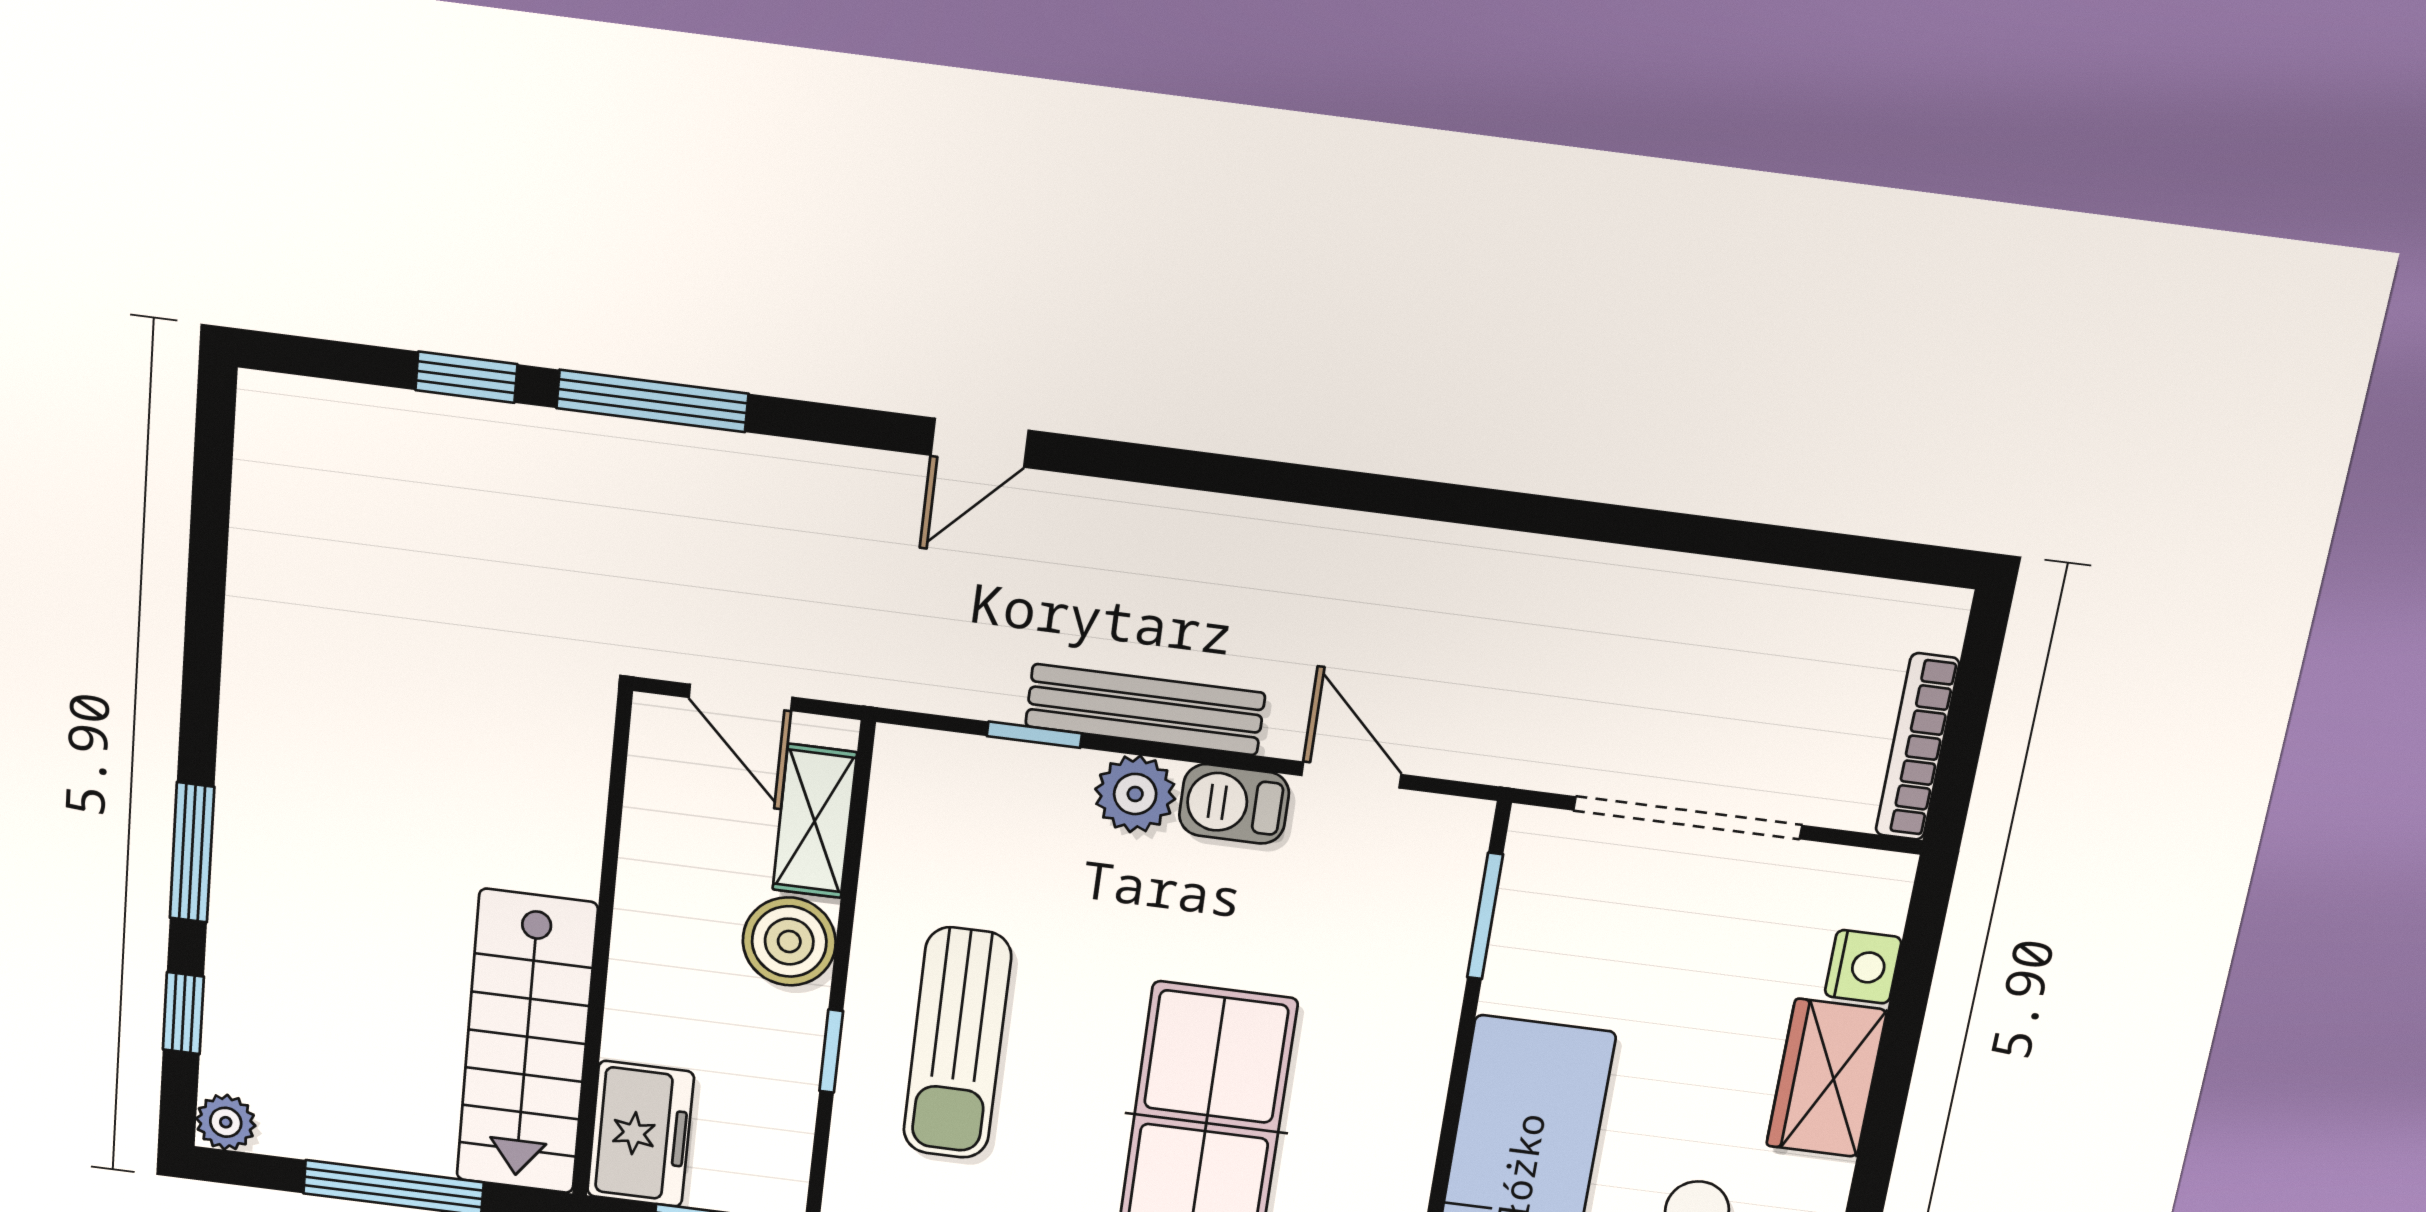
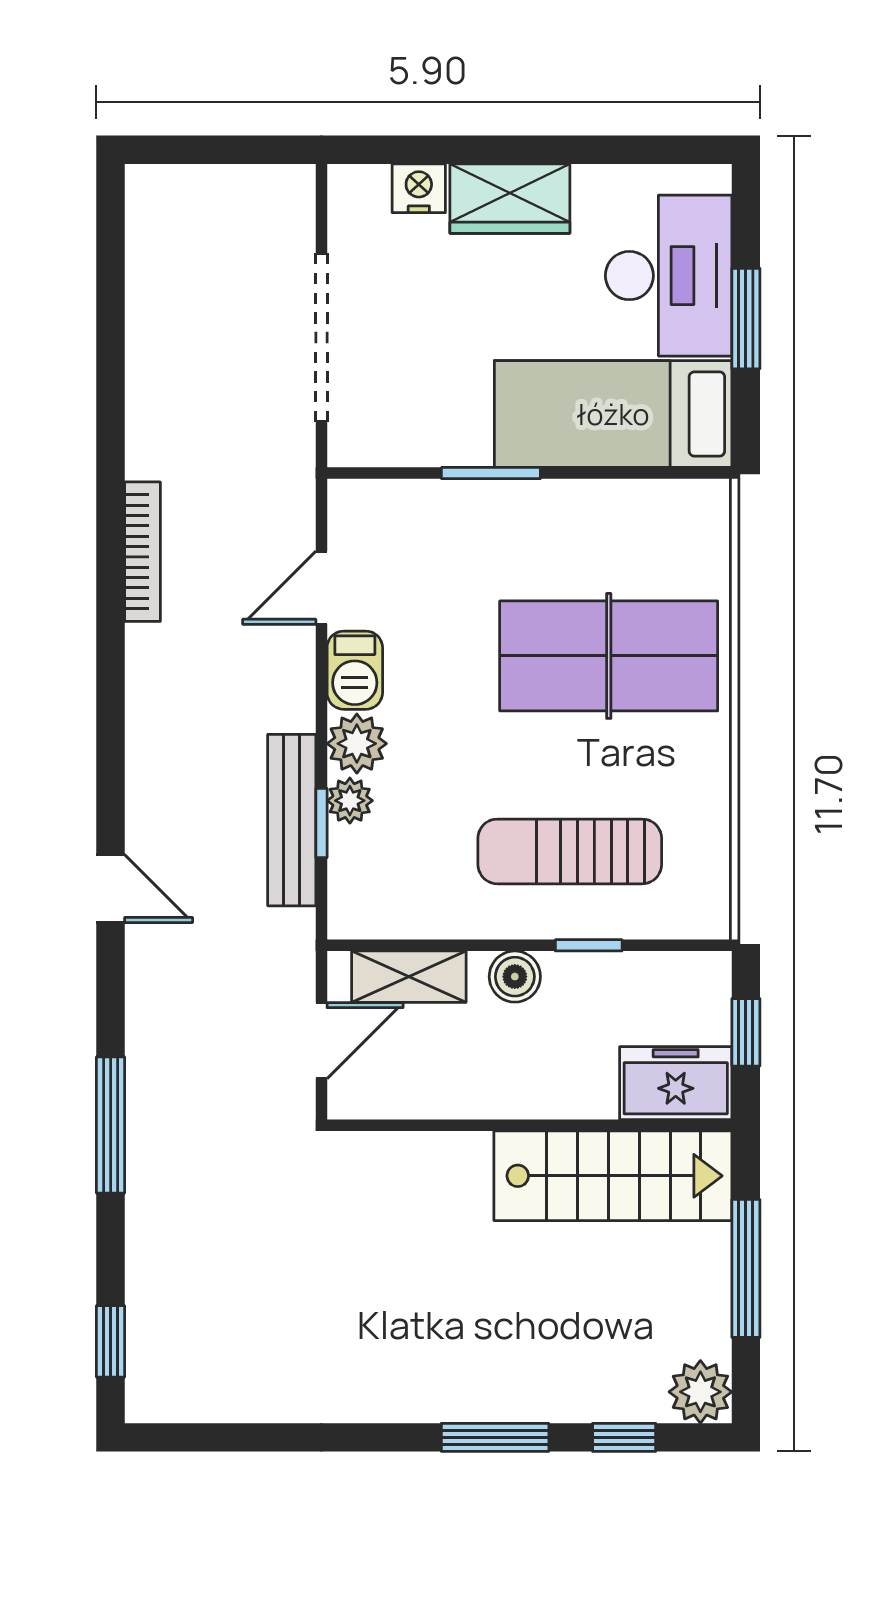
window: (466, 377) -> (111, 1341), moved
bench: (1145, 710) -> (292, 820), moved
bookcase: (1917, 747) -> (142, 552), moved, turned -90
plant: (1060, 775) -> (350, 801), added
window: (1485, 916) -> (491, 473), moved
boiler: (789, 941) -> (515, 977), width x0.73, depth x0.73
sun lounger: (957, 1043) -> (570, 851), turned 180
plant: (226, 1122) -> (700, 1392), width x1.38, depth x1.38

